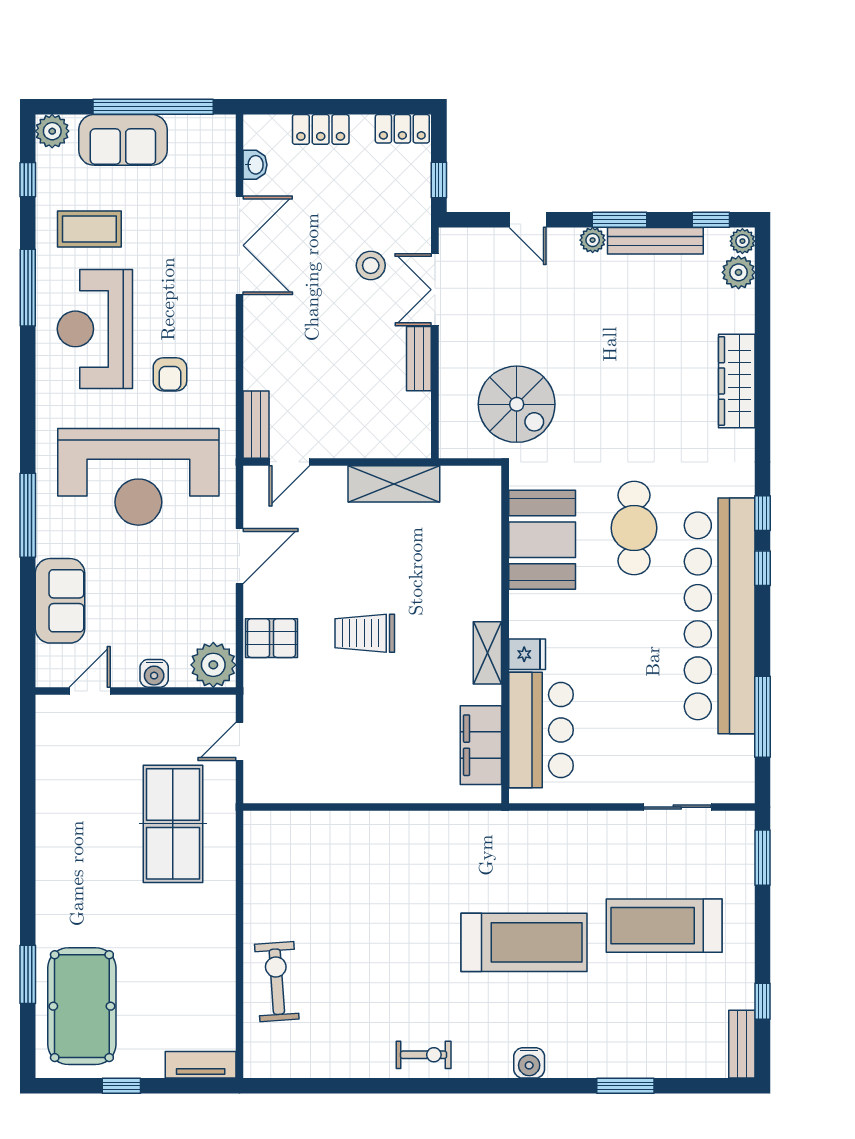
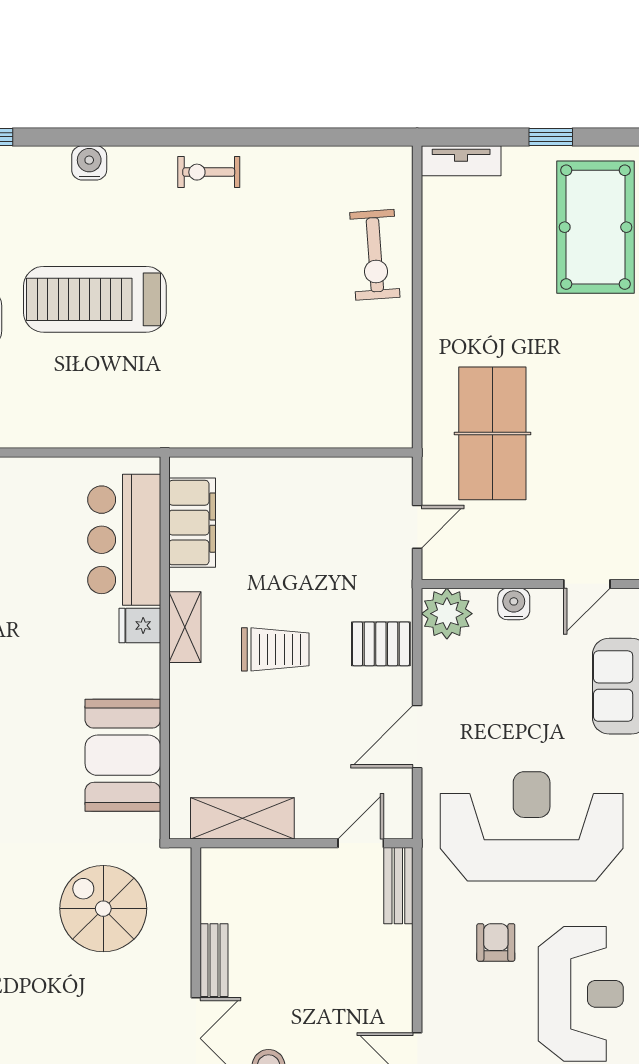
booth: (542, 540) -> (123, 755), moved
wall: (505, 635) -> (165, 648), moved
shelving: (487, 653) -> (185, 627), moved
fridge: (527, 654) -> (140, 625), moved
bar counter: (541, 730) -> (124, 540), moved
filing cabinet: (481, 745) -> (192, 523), moved

